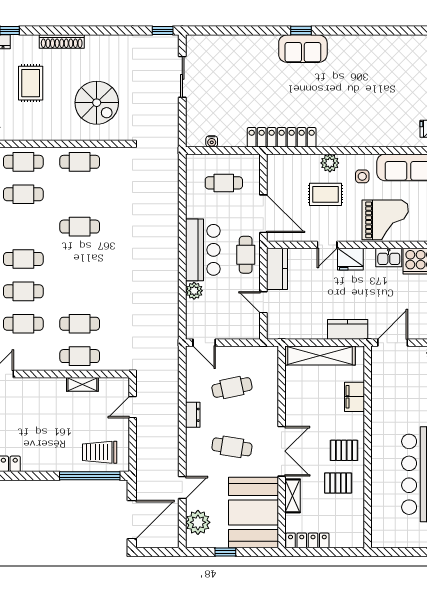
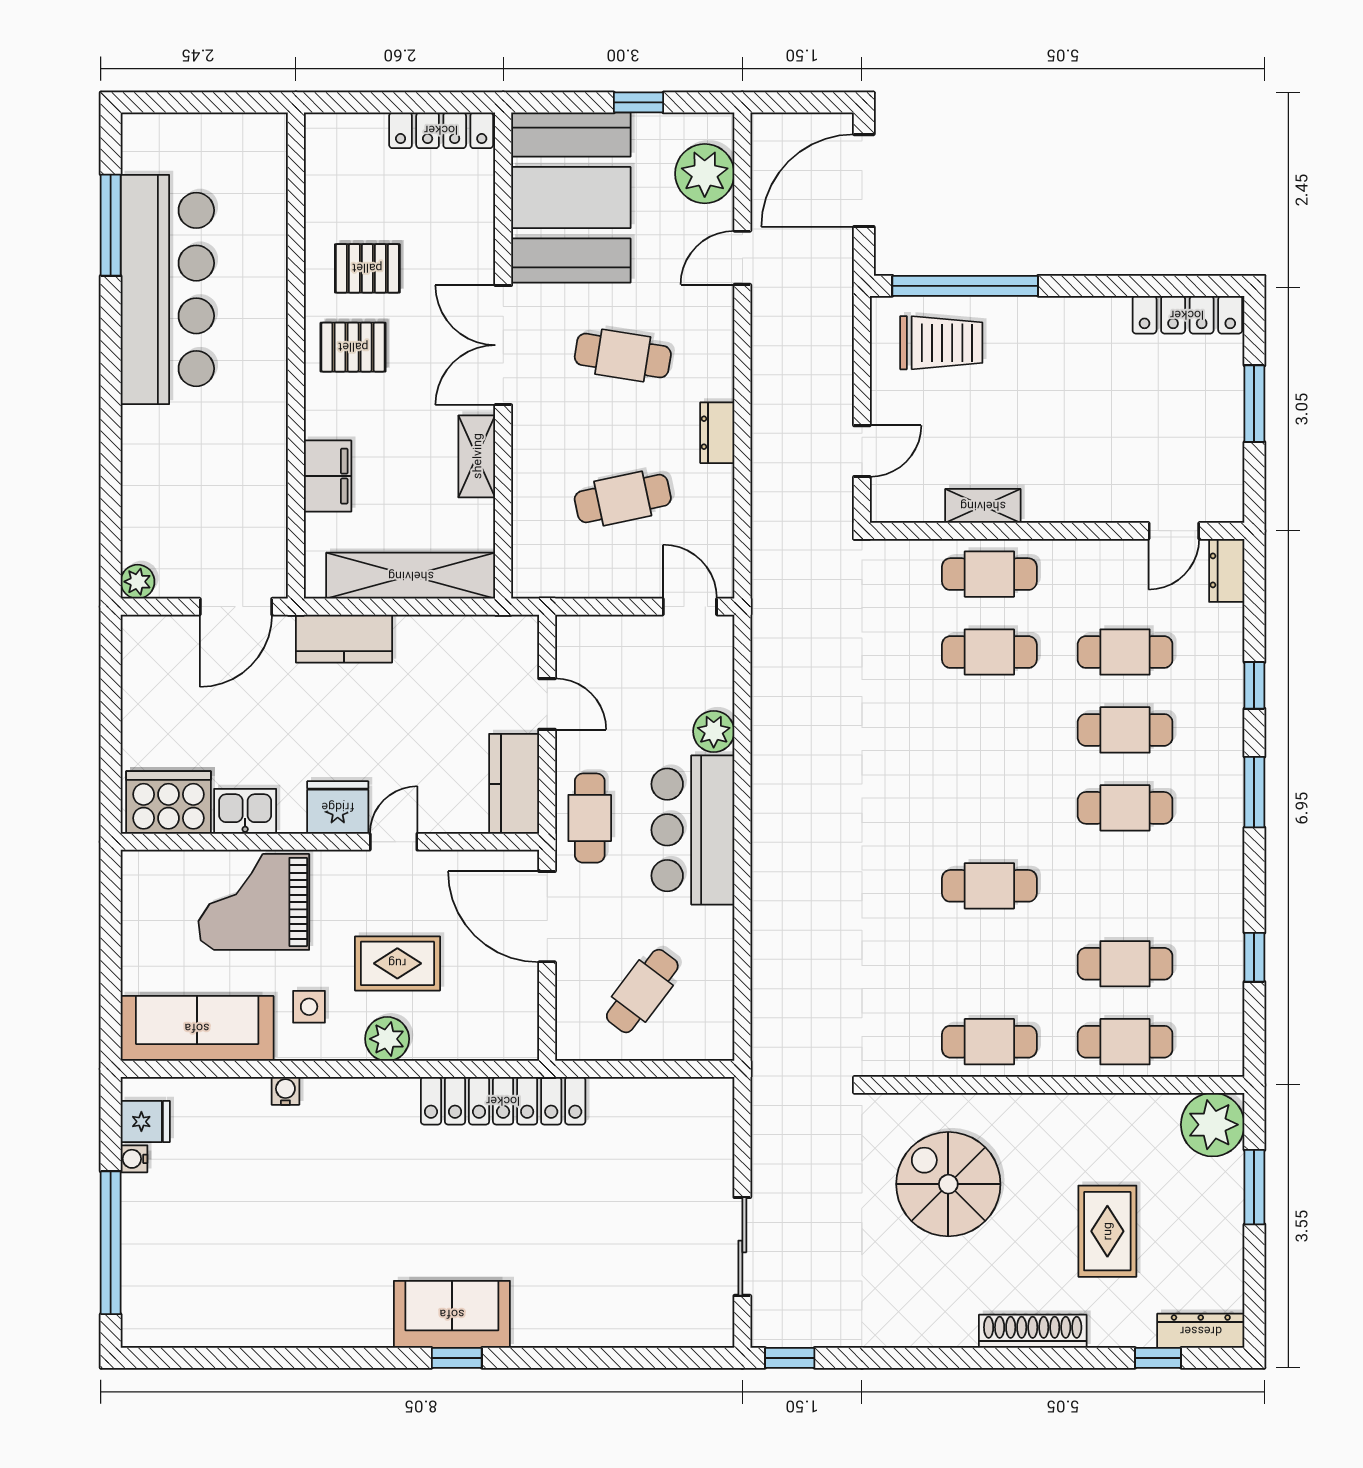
water cooler: (212, 141) -> (285, 1091), moved
cafe table: (224, 183) -> (642, 991), turned -53
shelving: (293, 496) -> (477, 456), moved

